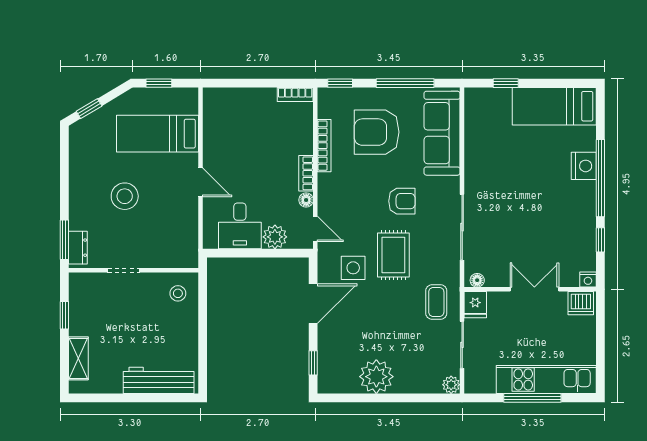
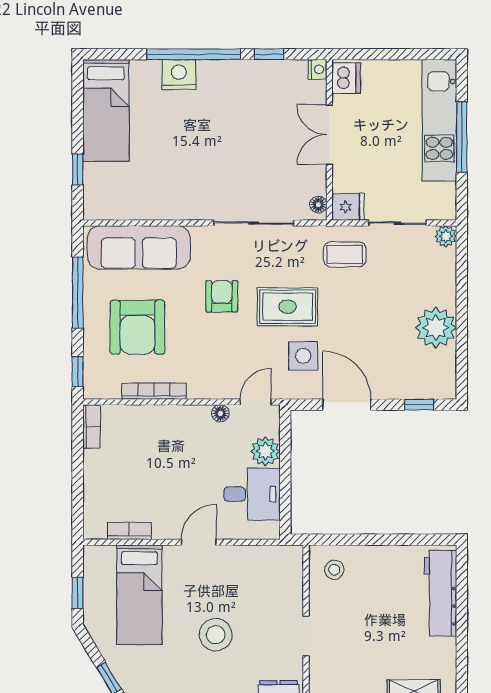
bookcase: (306, 173) -> (129, 531), moved, turned 180

